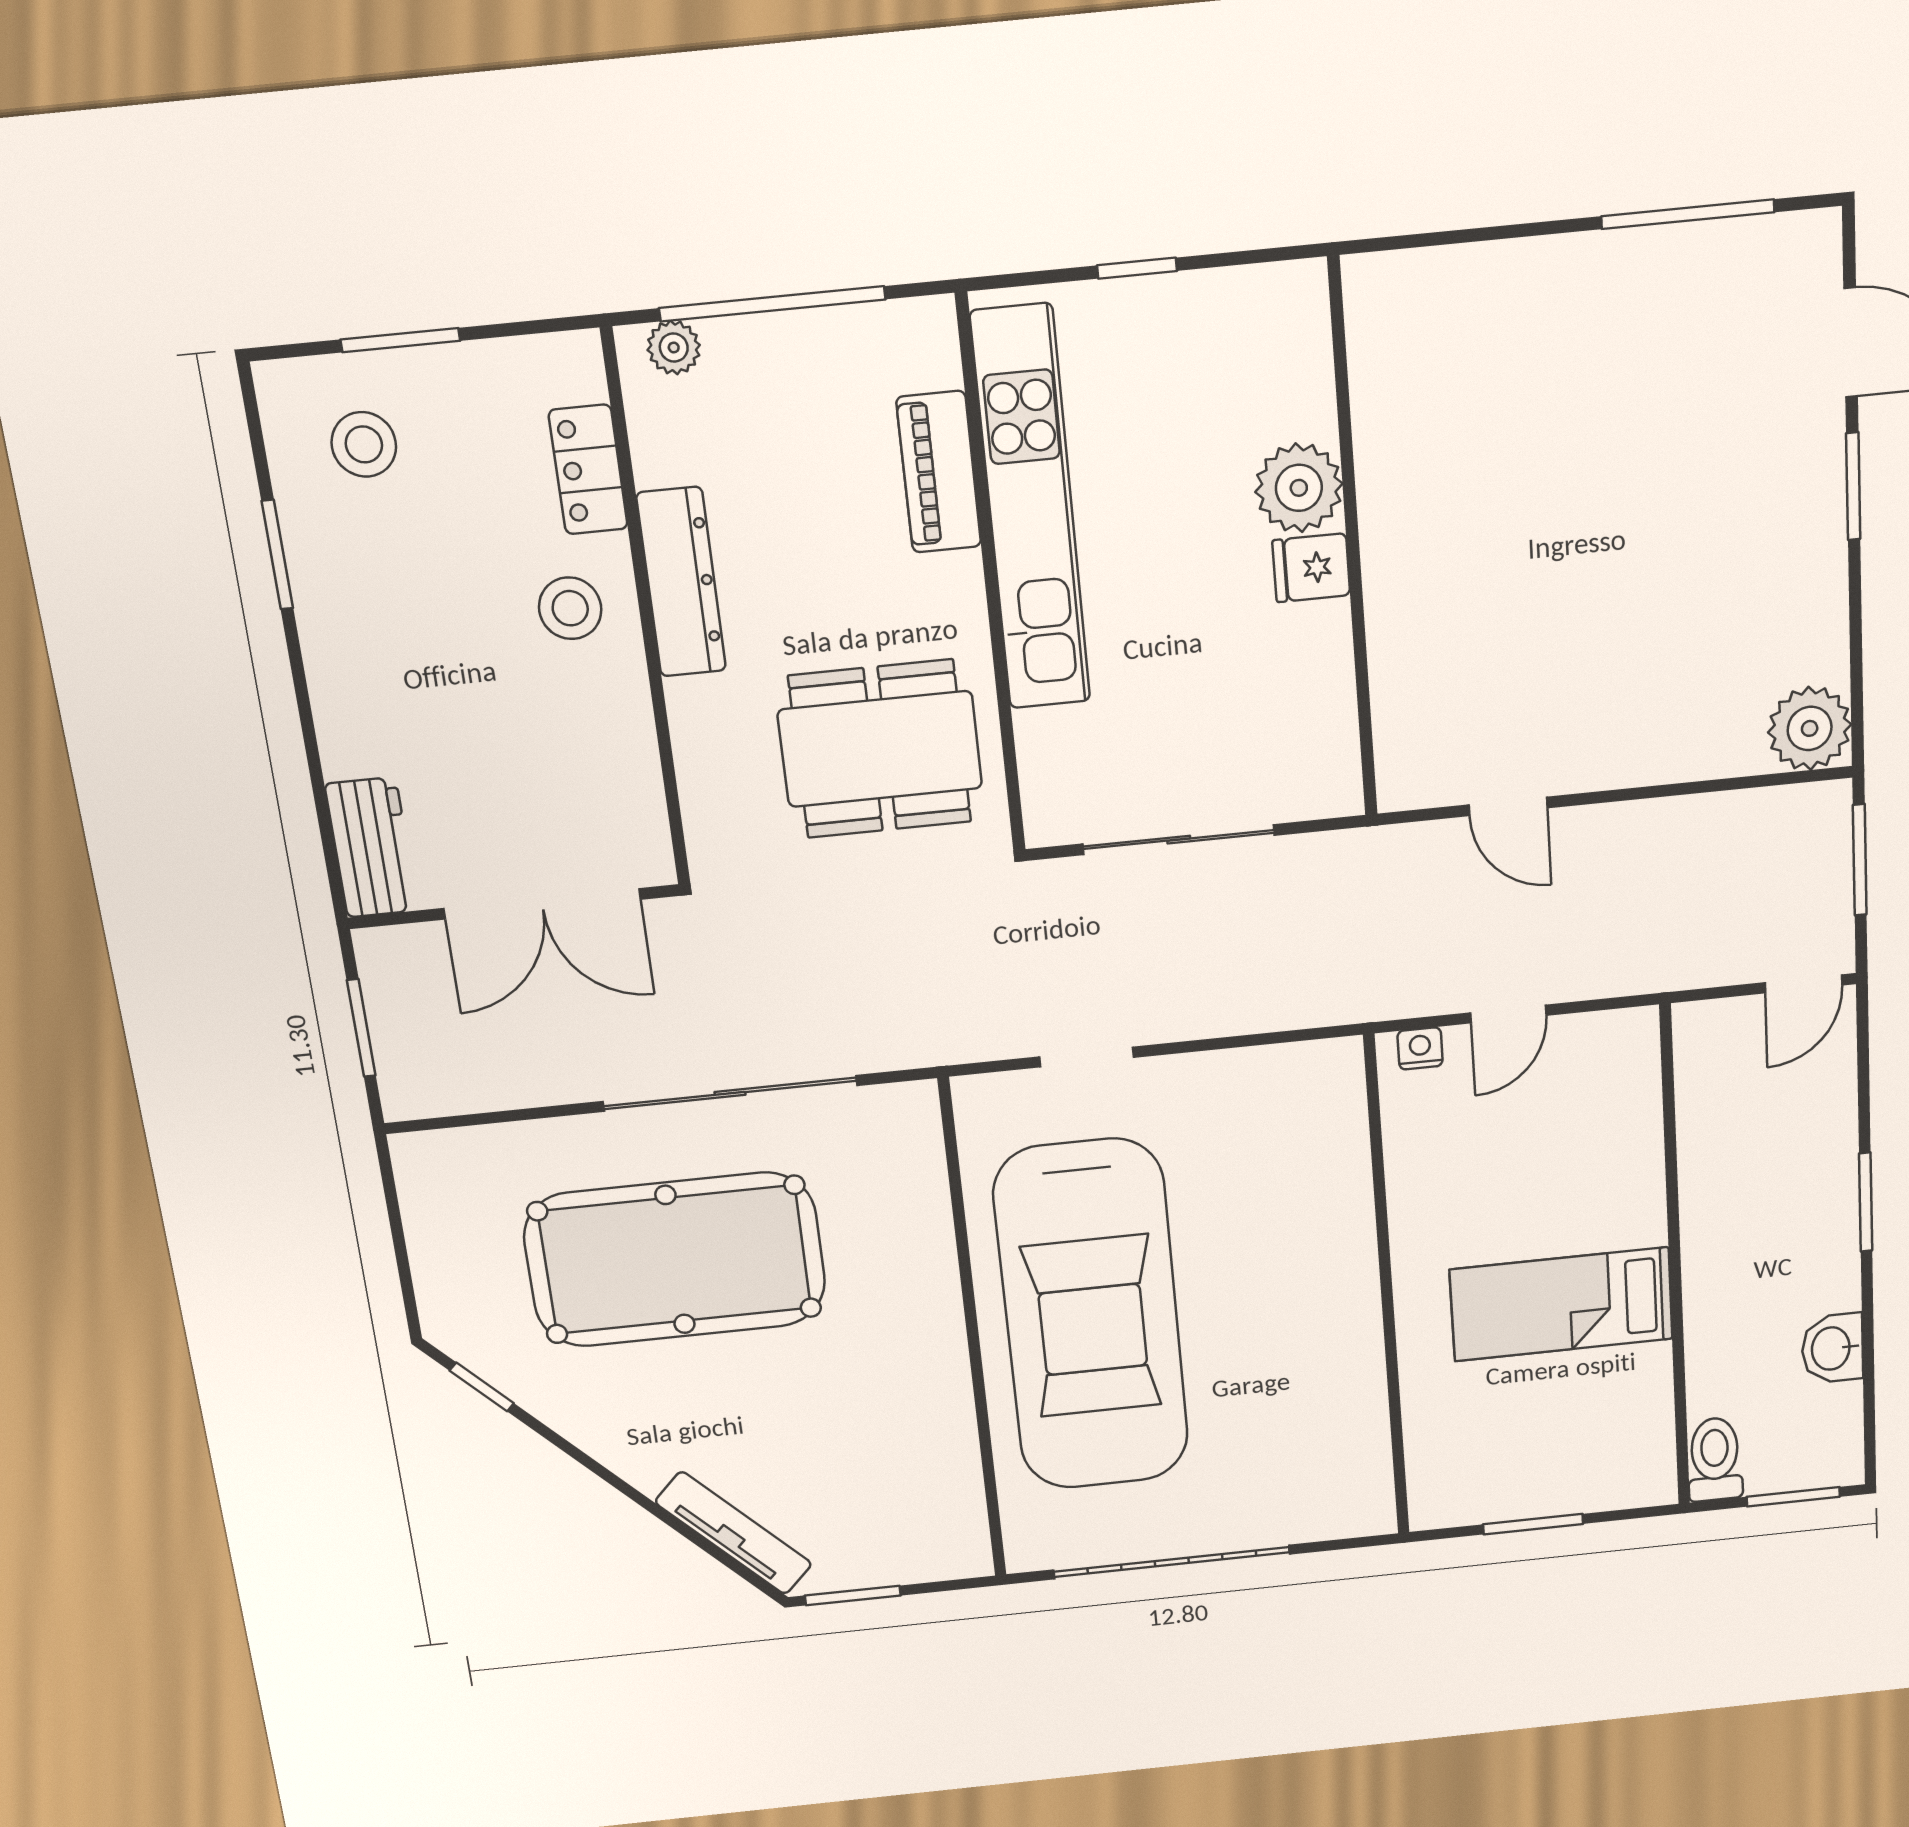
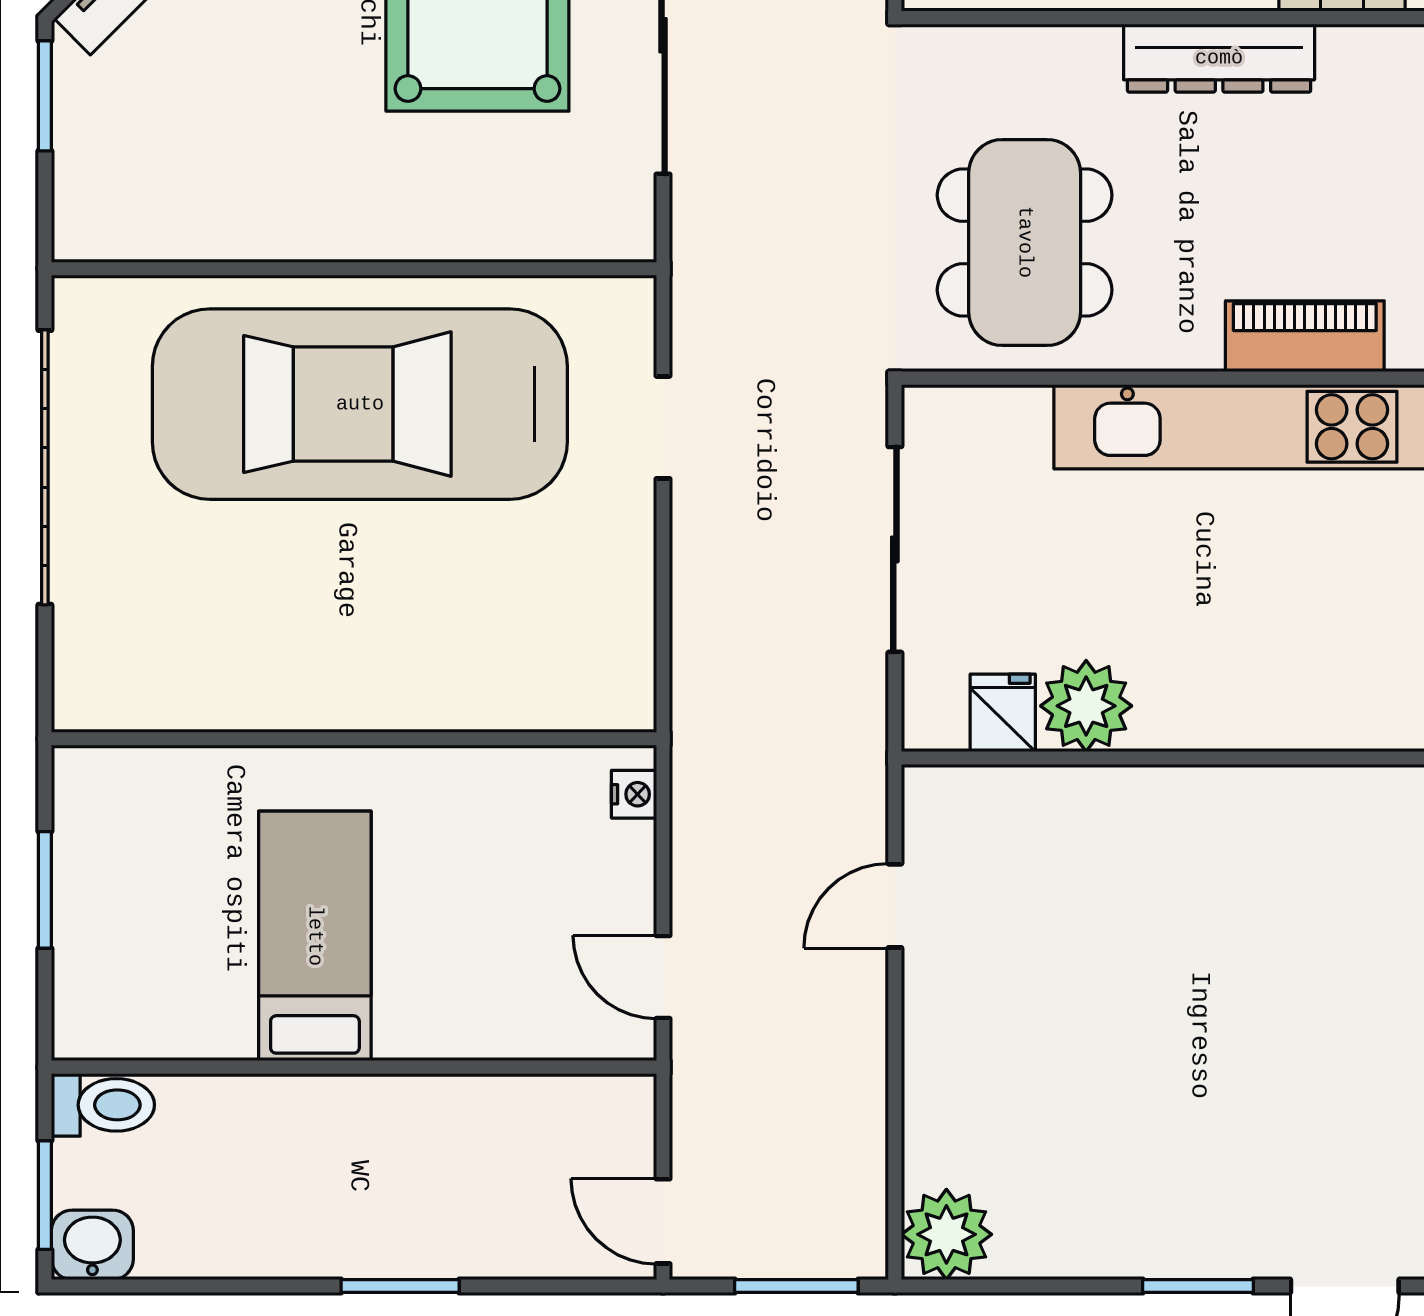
plant: (1299, 488) -> (1086, 706), moved
fridge: (1311, 568) -> (1003, 713), moved
door: (1508, 1014) -> (663, 977), moved
washbasin: (1833, 1348) -> (92, 1245), moved

